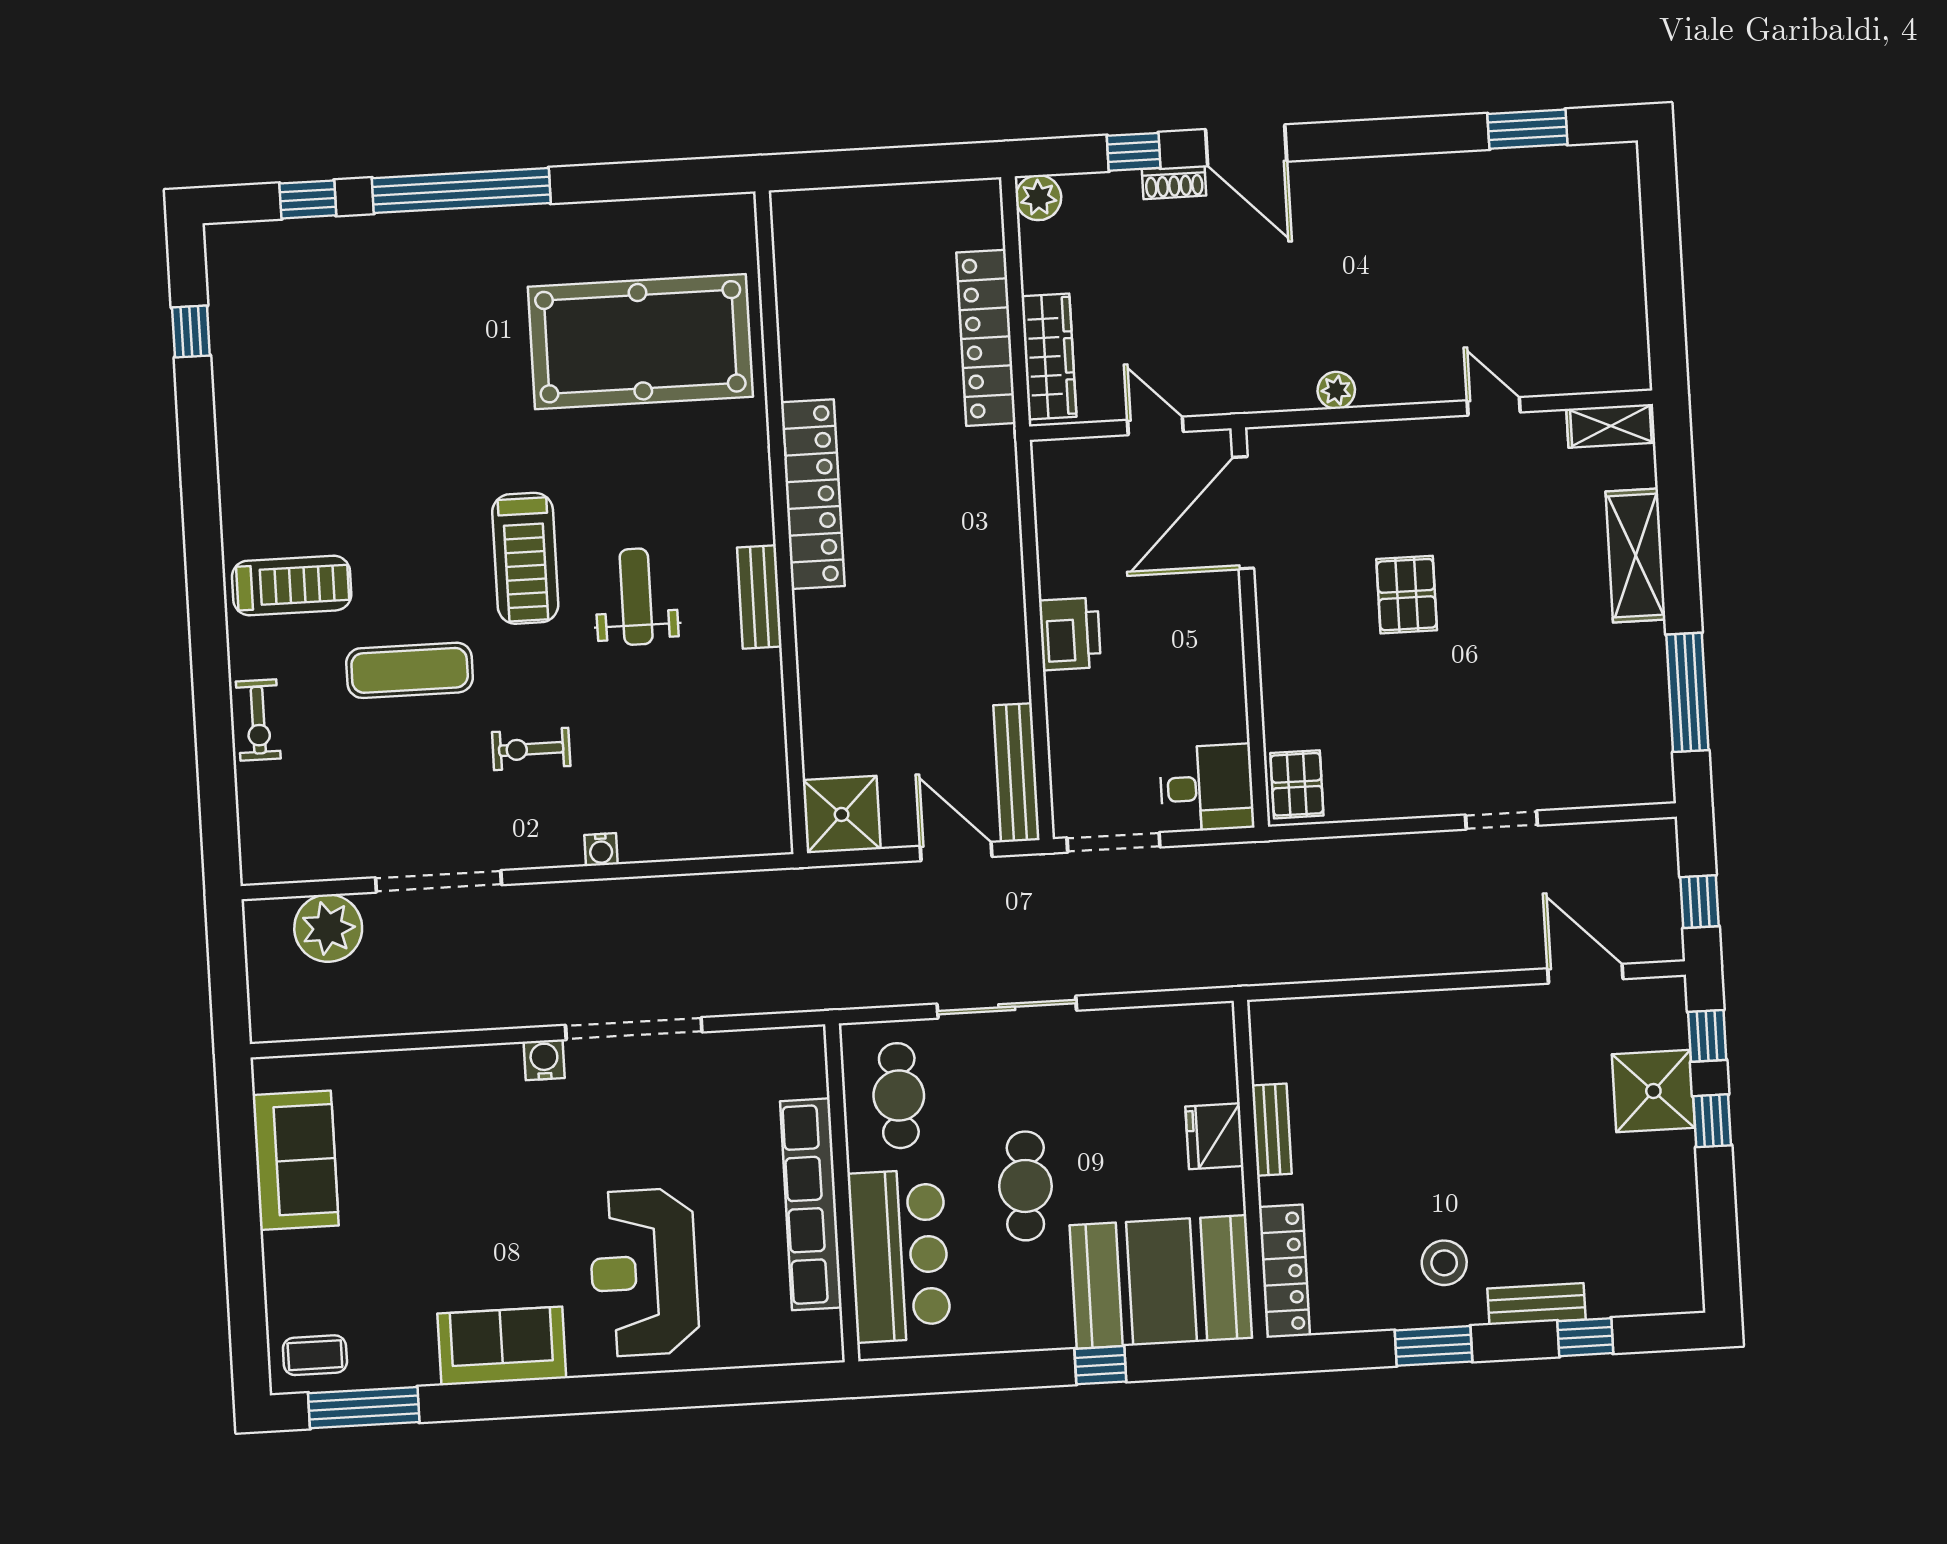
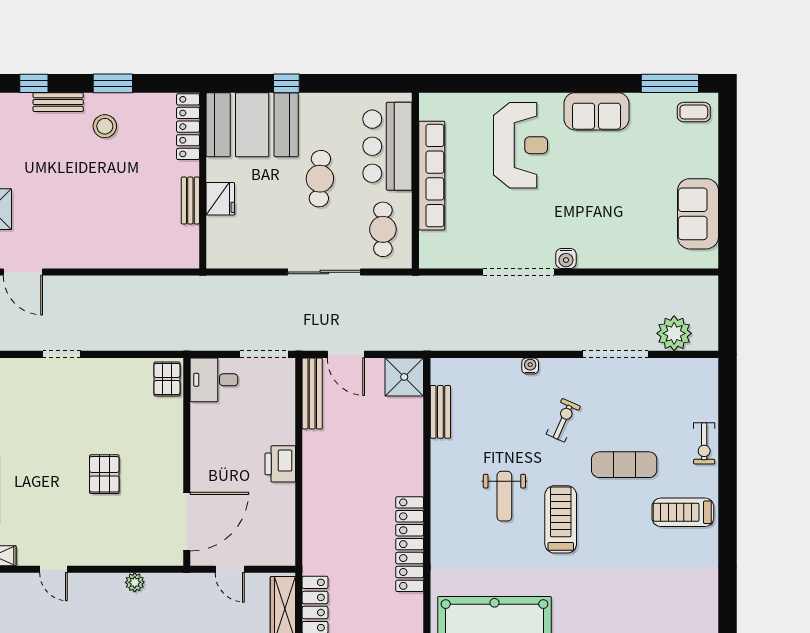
bench: (759, 597) -> (440, 412), moved
exercise bike: (258, 720) -> (704, 443), turned 180
exercise bike: (531, 749) -> (563, 420), turned -66

